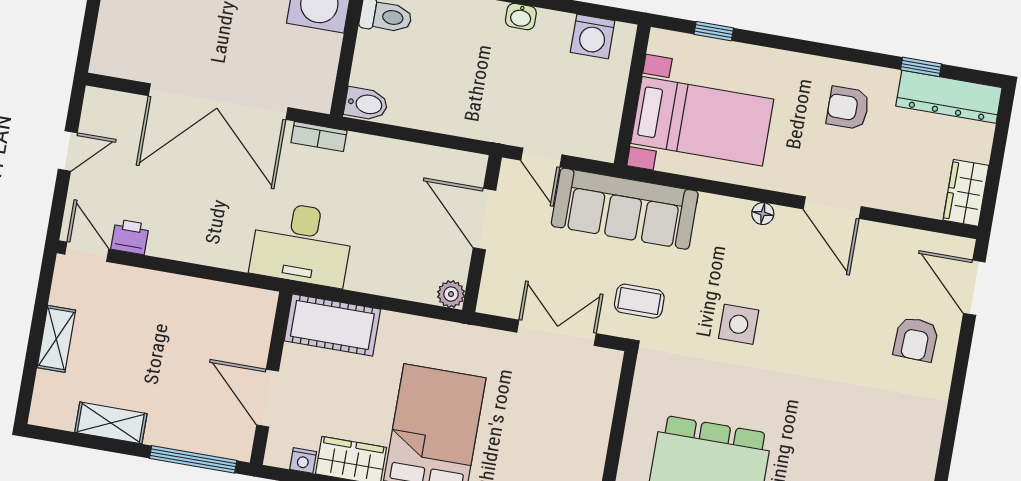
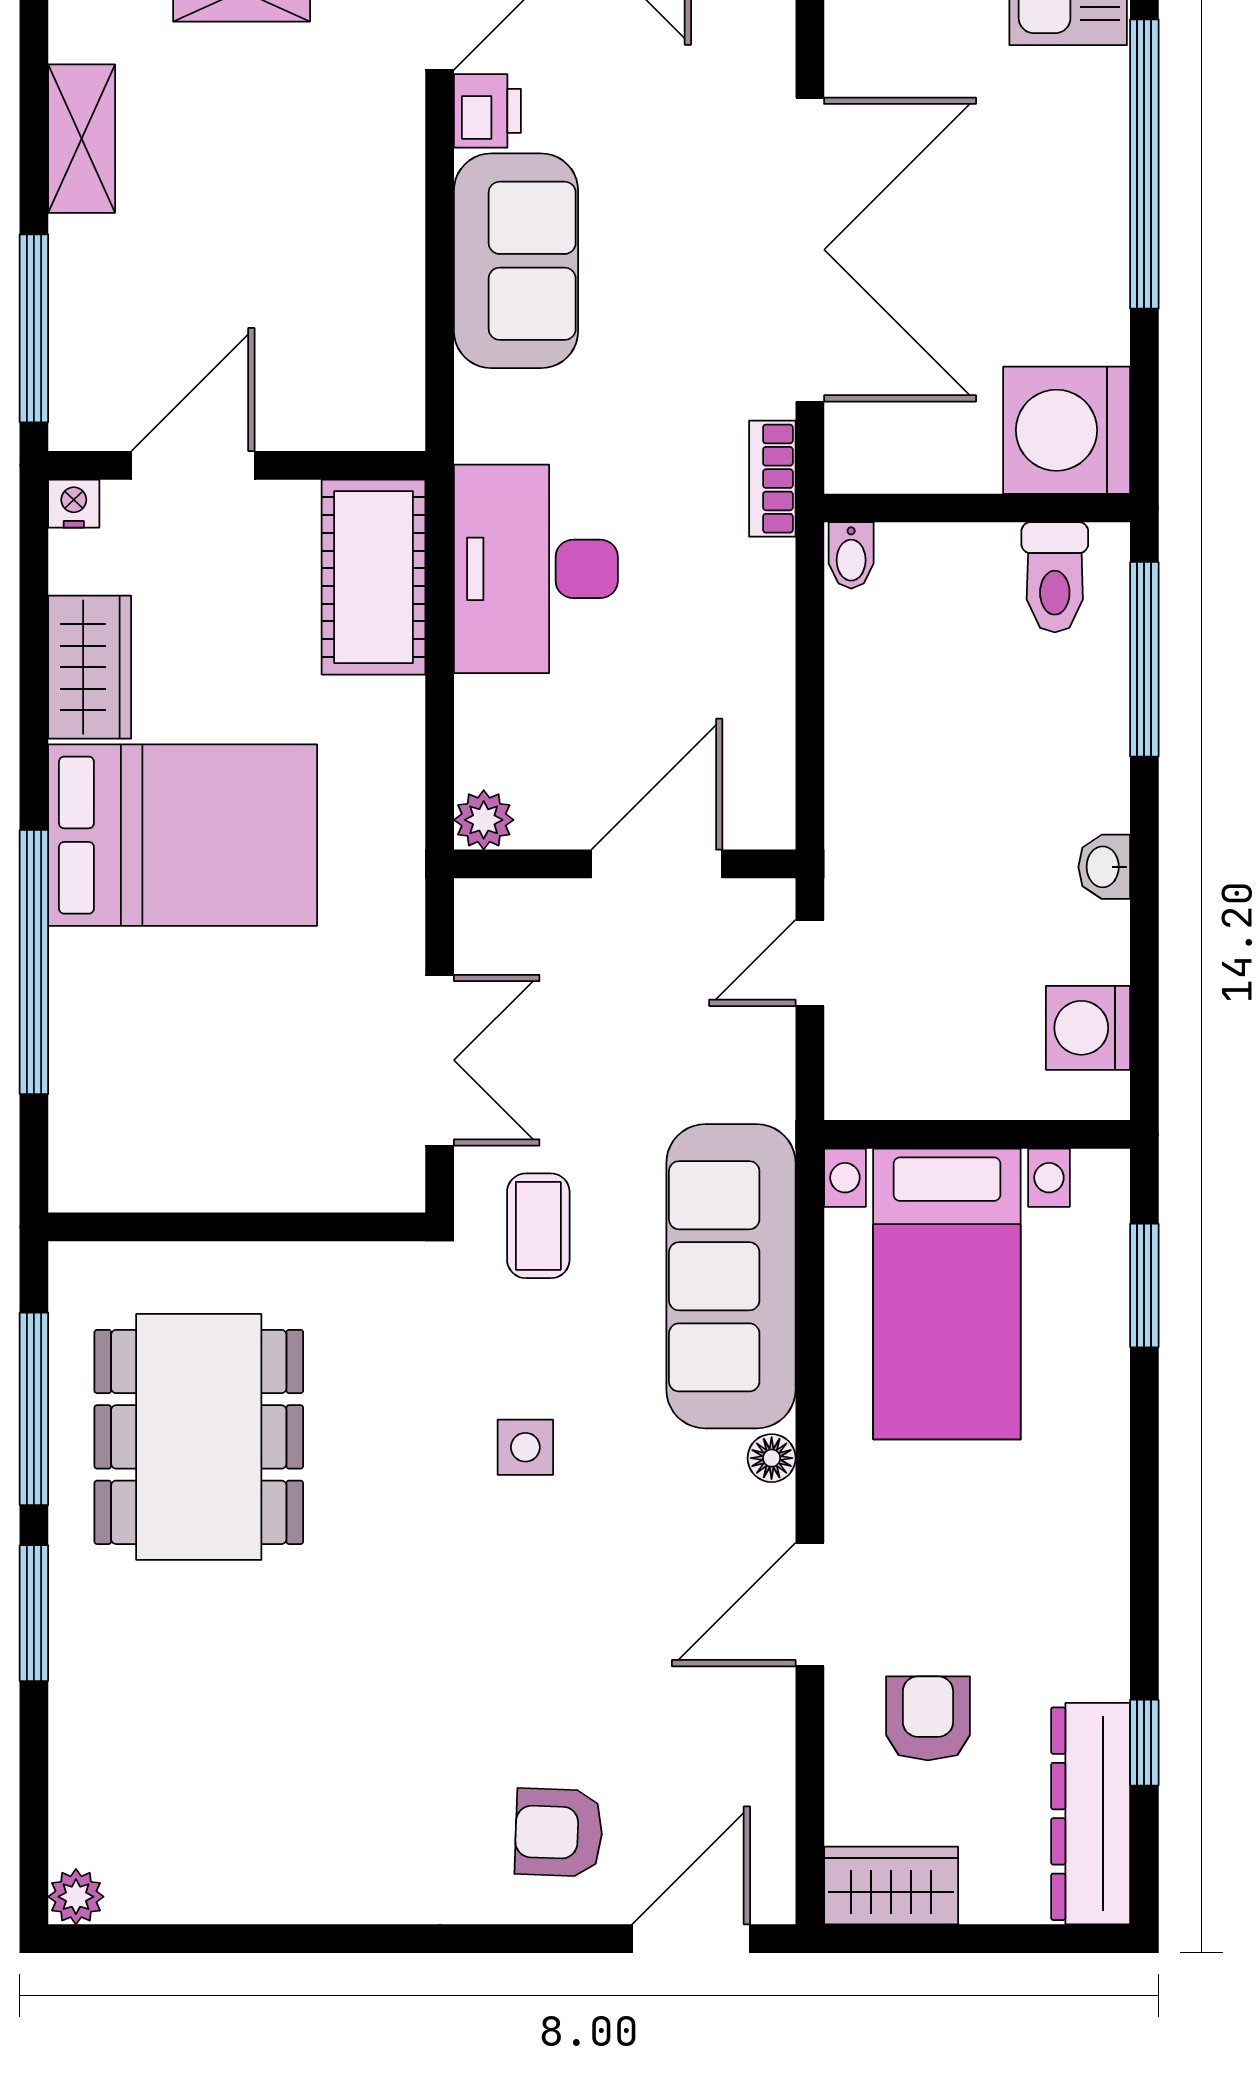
window: (714, 31) -> (1144, 1285), width x1.50
double door: (218, 102) -> (810, 250), swing flipped
bidet: (366, 104) -> (851, 555), width x0.72, depth x0.74
armchair: (848, 108) -> (928, 1718), moved
sofa: (625, 209) -> (731, 1276), moved
sofa: (200, 236) -> (516, 261), added
desk: (302, 244) -> (536, 569), moved
side table: (739, 324) -> (525, 1447), width x0.73, depth x0.73
nightstand: (303, 460) -> (74, 504), moved, turned 90

